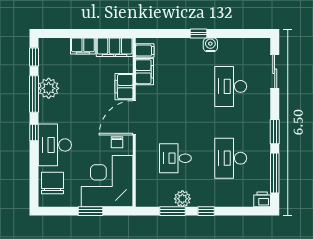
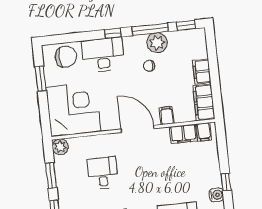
filing cabinet: (124, 87) -> (167, 116), width x0.50
chair: (117, 142) -> (149, 66), moved
plant: (182, 199) -> (60, 147), moved
window: (91, 211) -> (41, 79), moved

